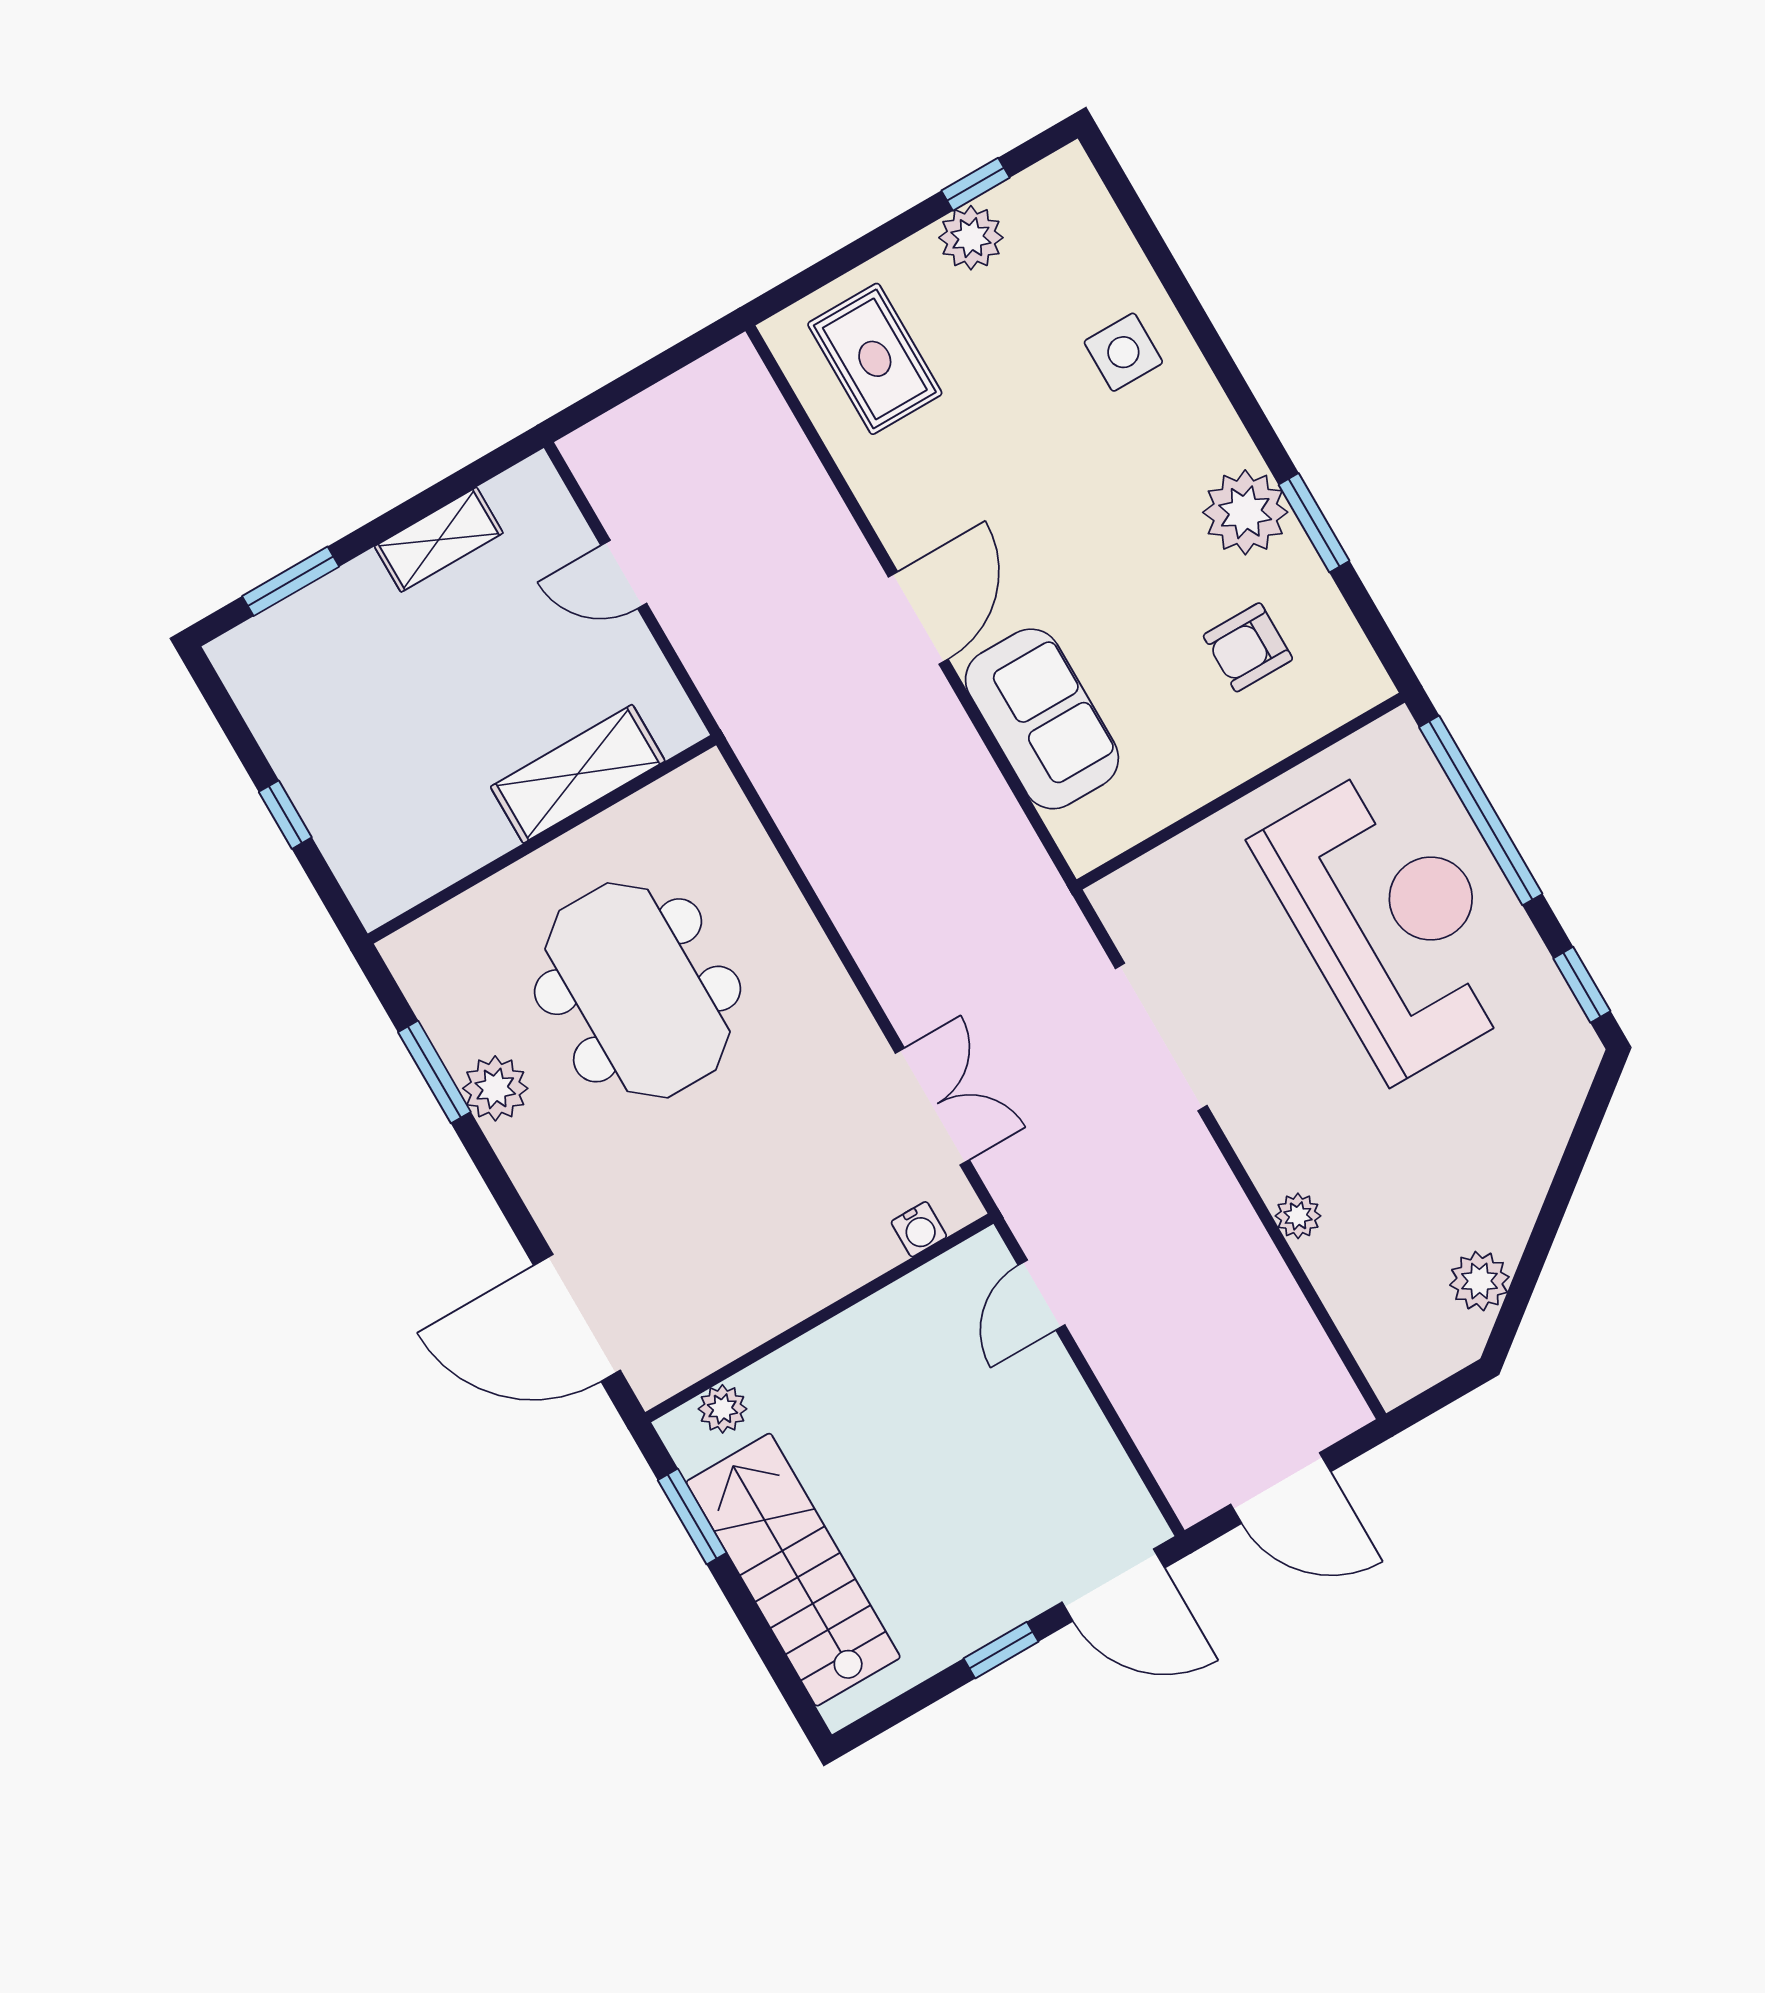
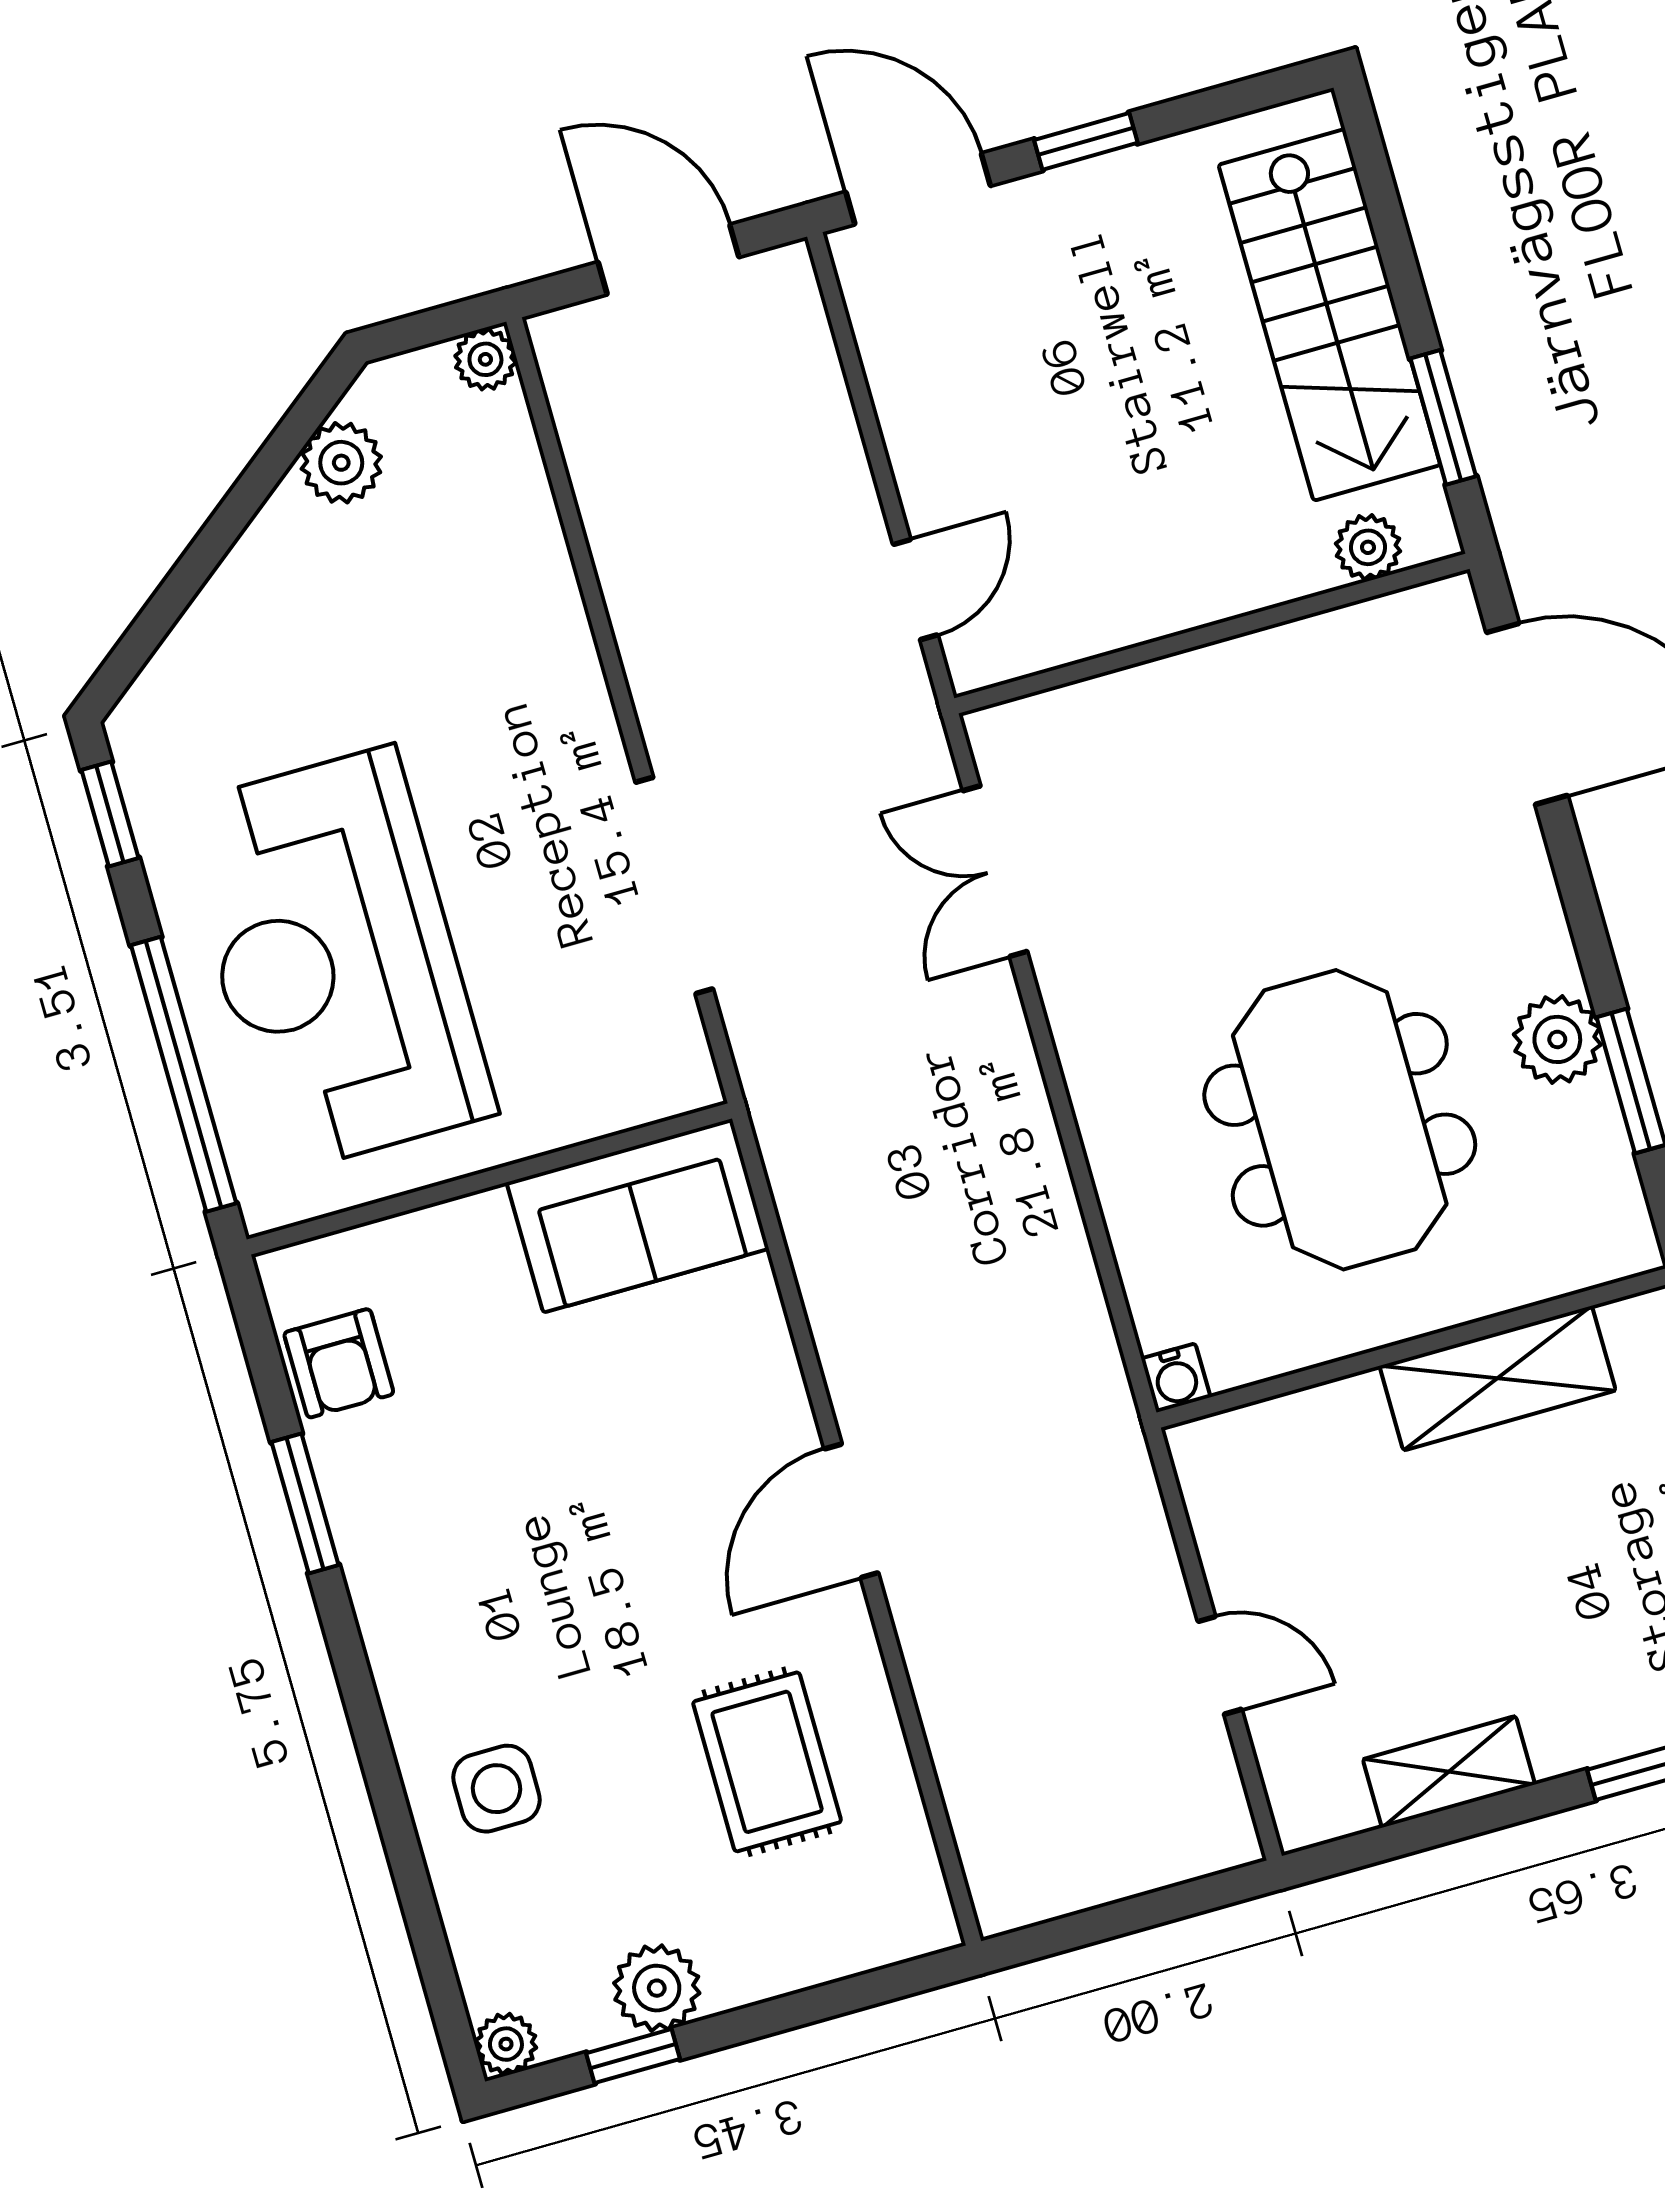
rug: (875, 359) -> (767, 1762), moved
plant: (1245, 512) -> (506, 2044), moved, width x0.53, depth x0.53
armchair: (1248, 647) -> (339, 1363), moved, turned 90
sofa: (1042, 719) -> (638, 1216), moved, turned -90
shelving: (578, 774) -> (1498, 1378), moved
plant: (1298, 1216) -> (485, 359), moved
water cooler: (919, 1229) -> (1176, 1378), moved, turned 180

